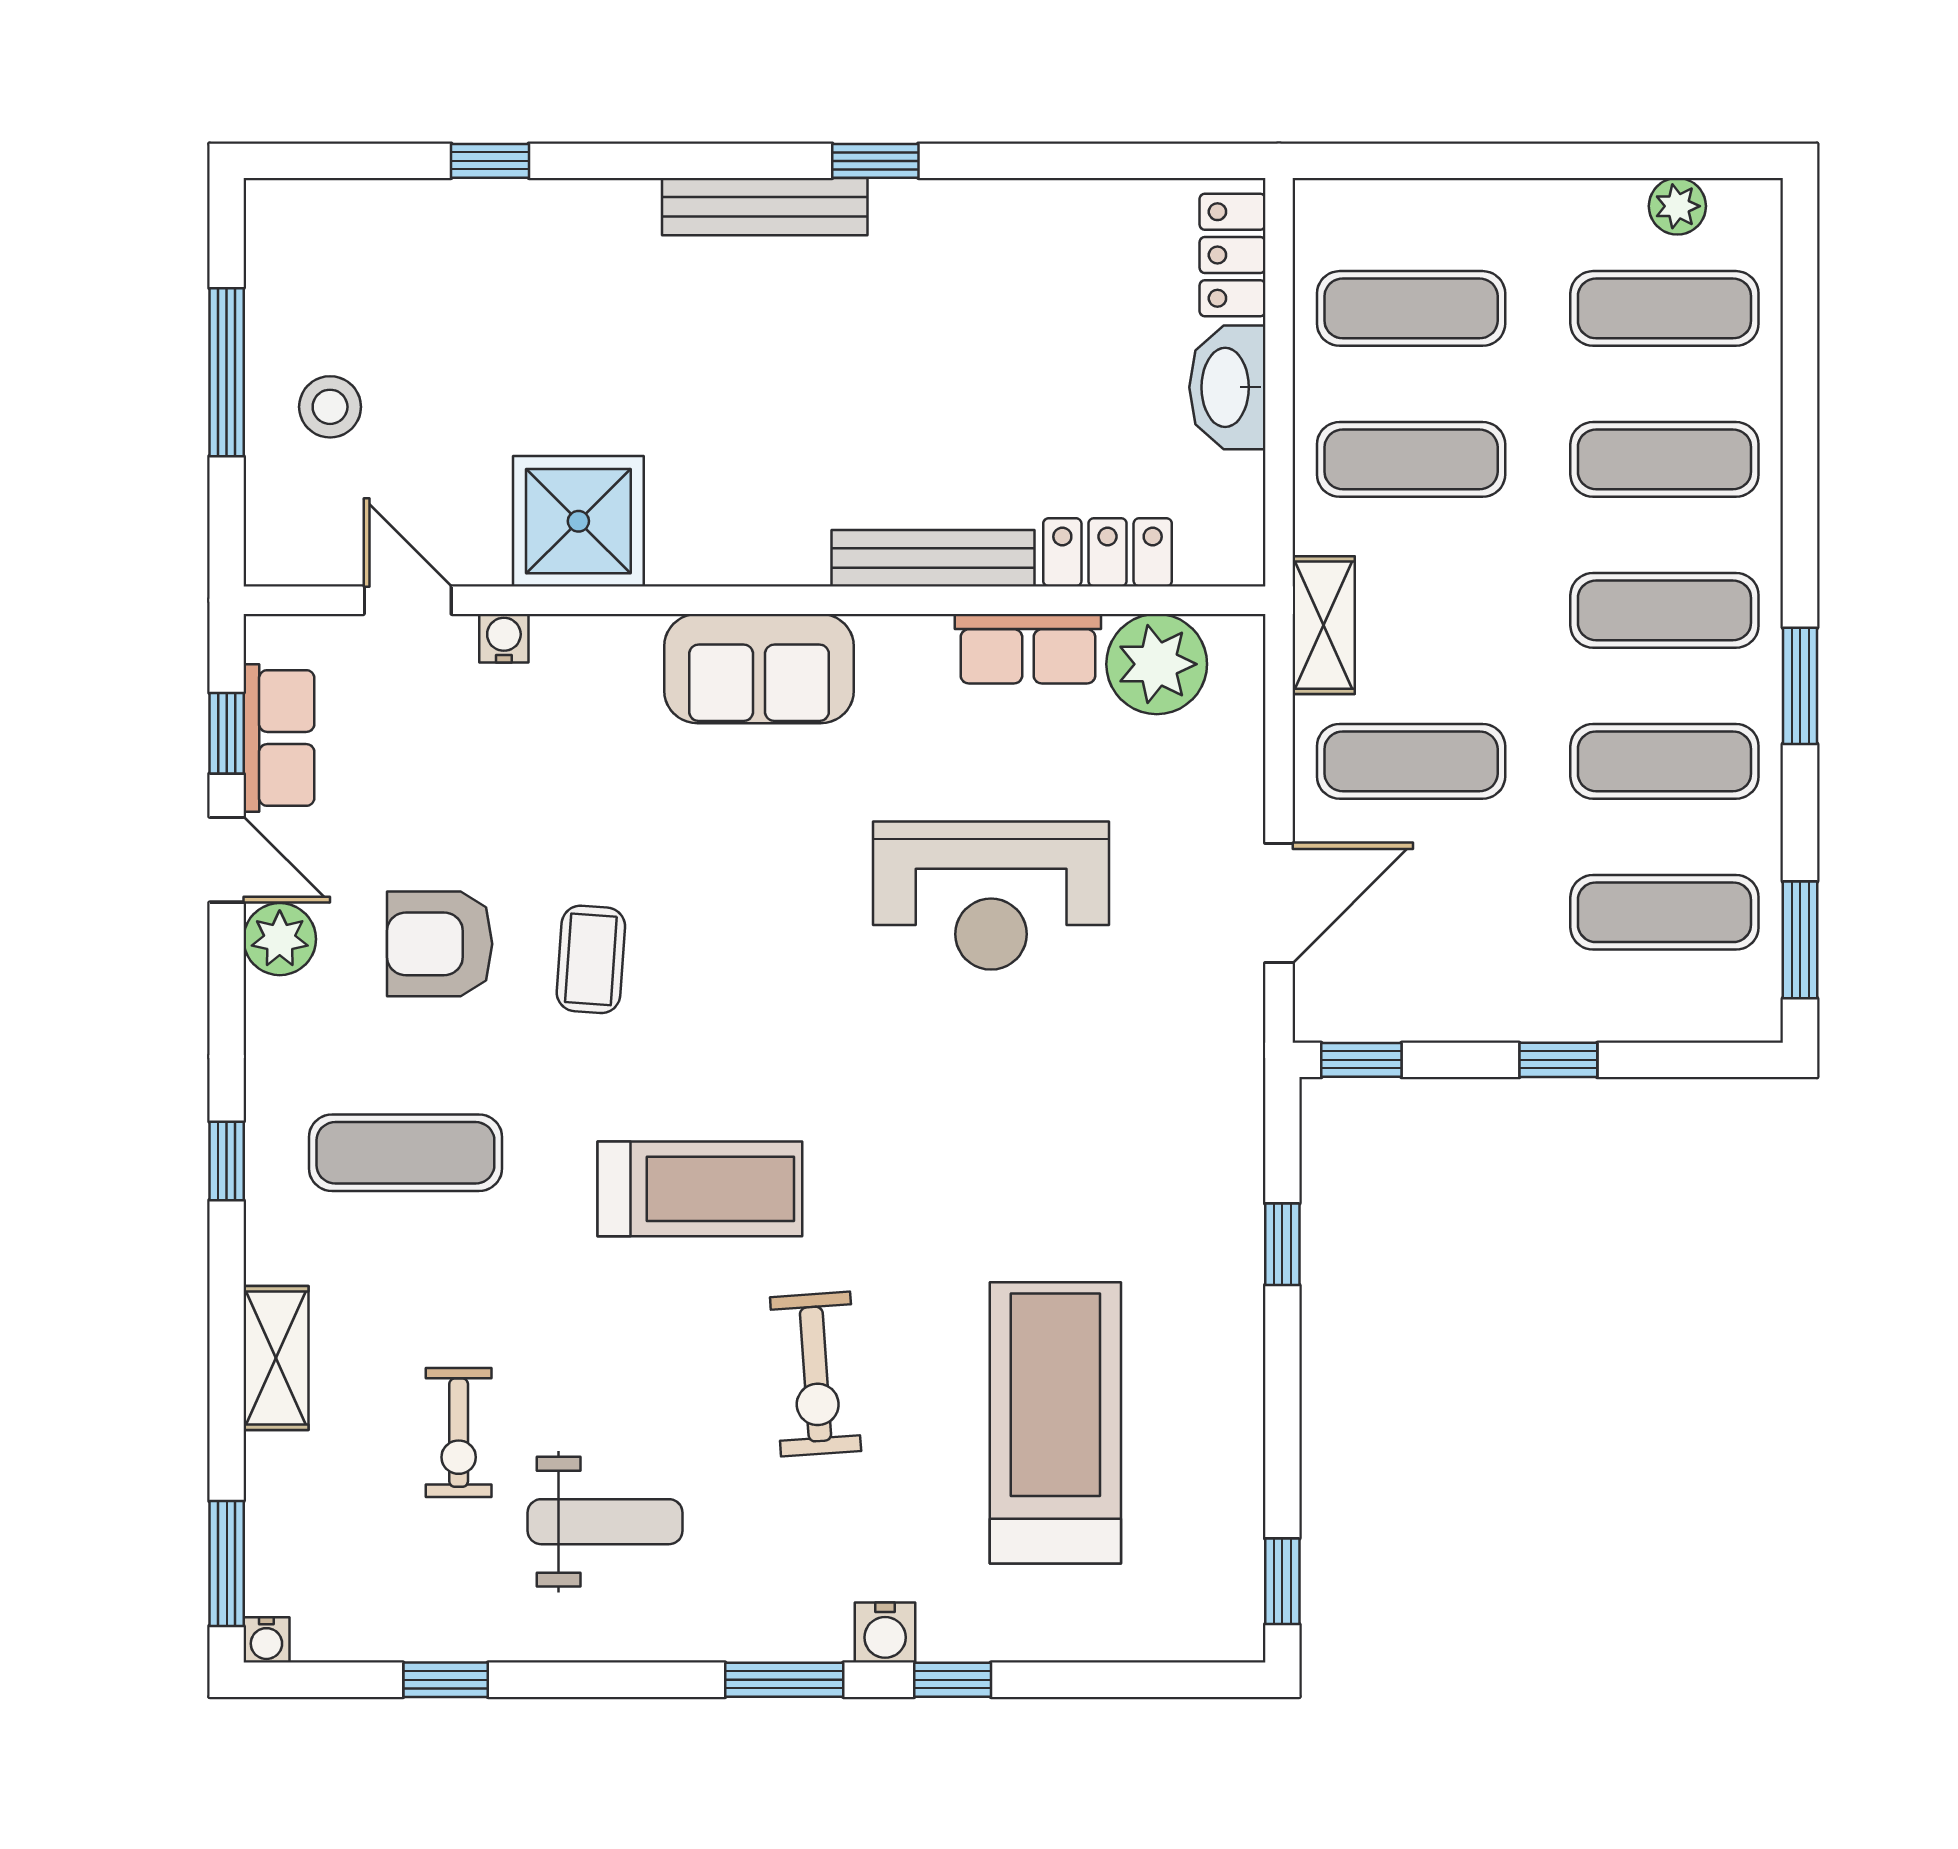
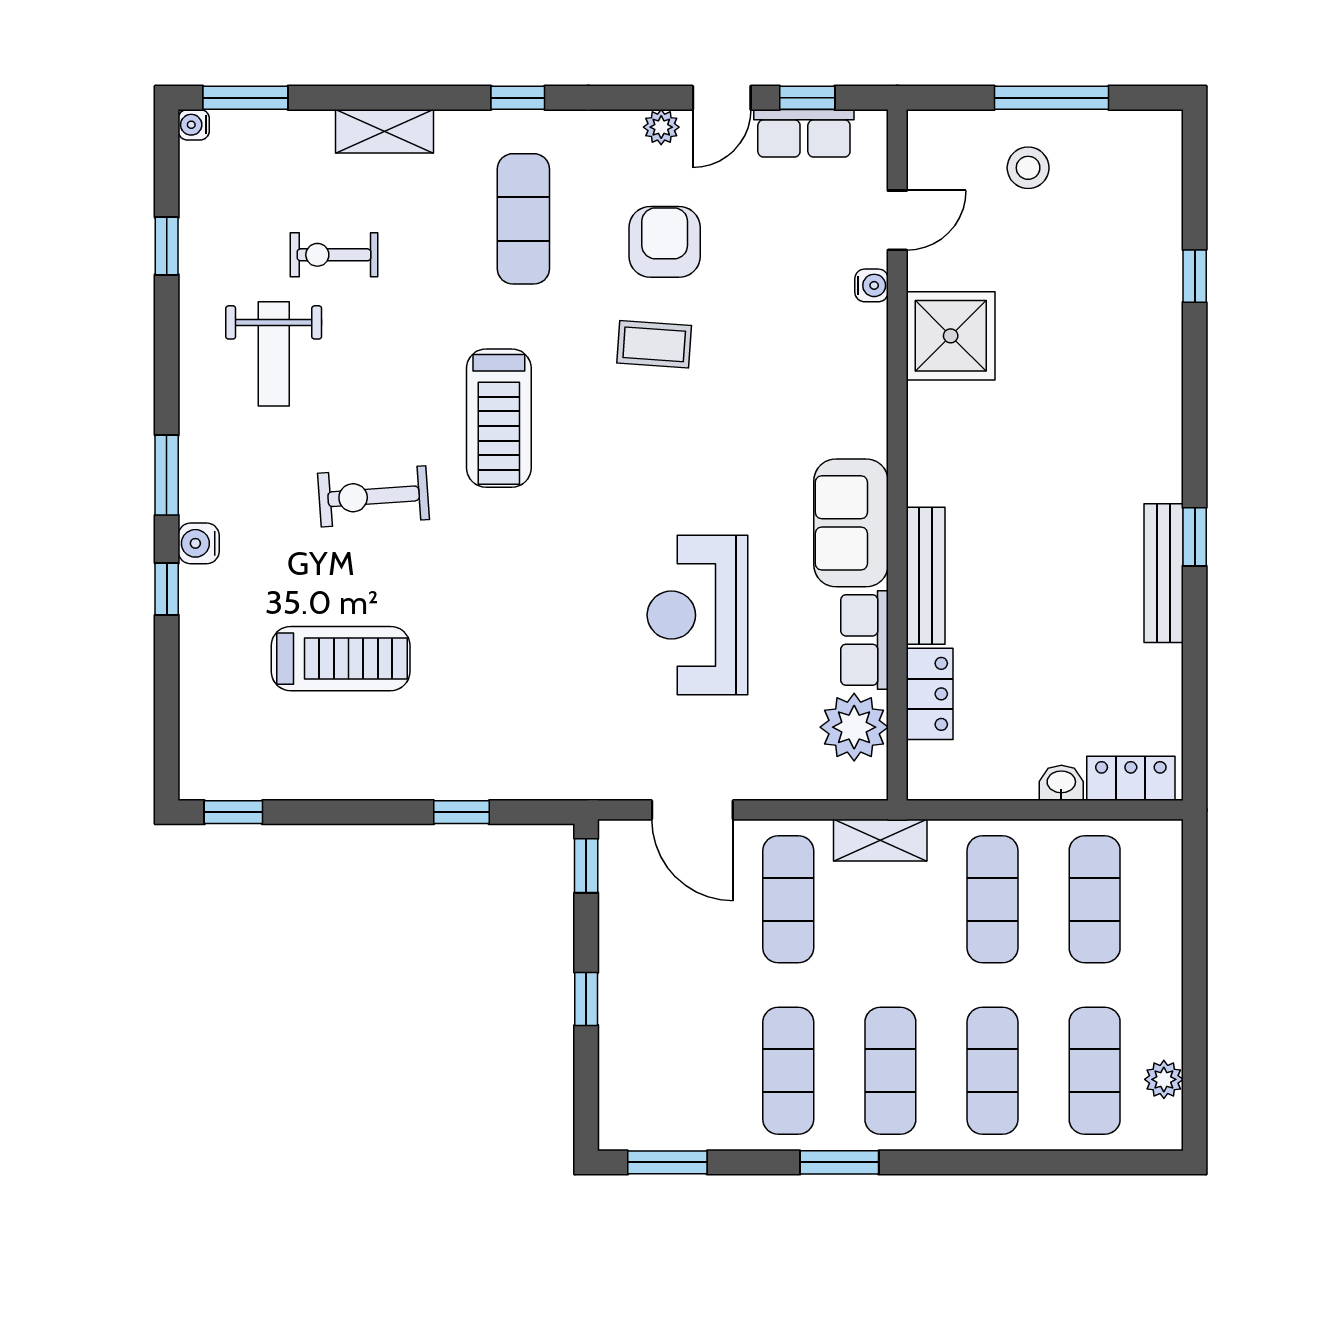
bench: (765, 207) -> (1164, 573), moved
washbasin: (1227, 387) -> (1061, 783), width x0.52, depth x0.69
sofa: (759, 669) -> (851, 523), moved
exercise mat: (1664, 912) -> (686, 1071), removed
plant: (280, 939) -> (661, 127), width x0.73, depth x0.73
treadmill: (1055, 1423) -> (341, 659), width x0.73, depth x0.73

